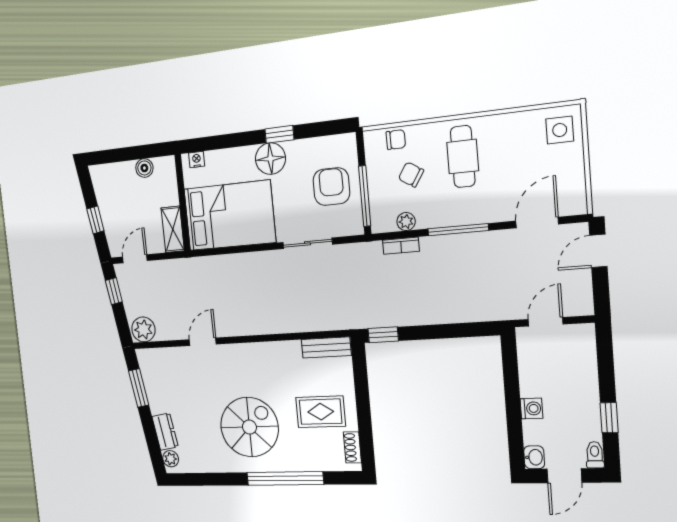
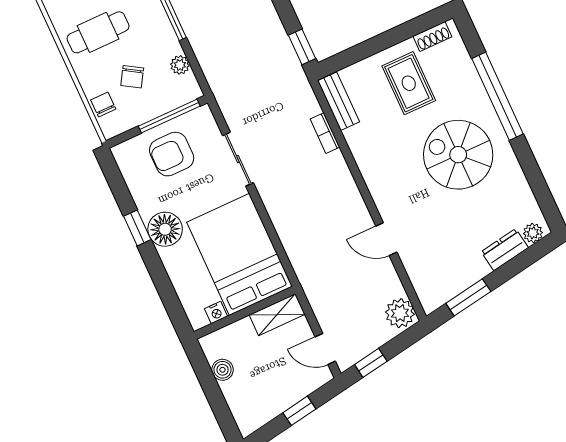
nightstand: (197, 160) -> (216, 312), moved, turned -90
bookcase: (401, 246) -> (325, 133), moved, turned 180

